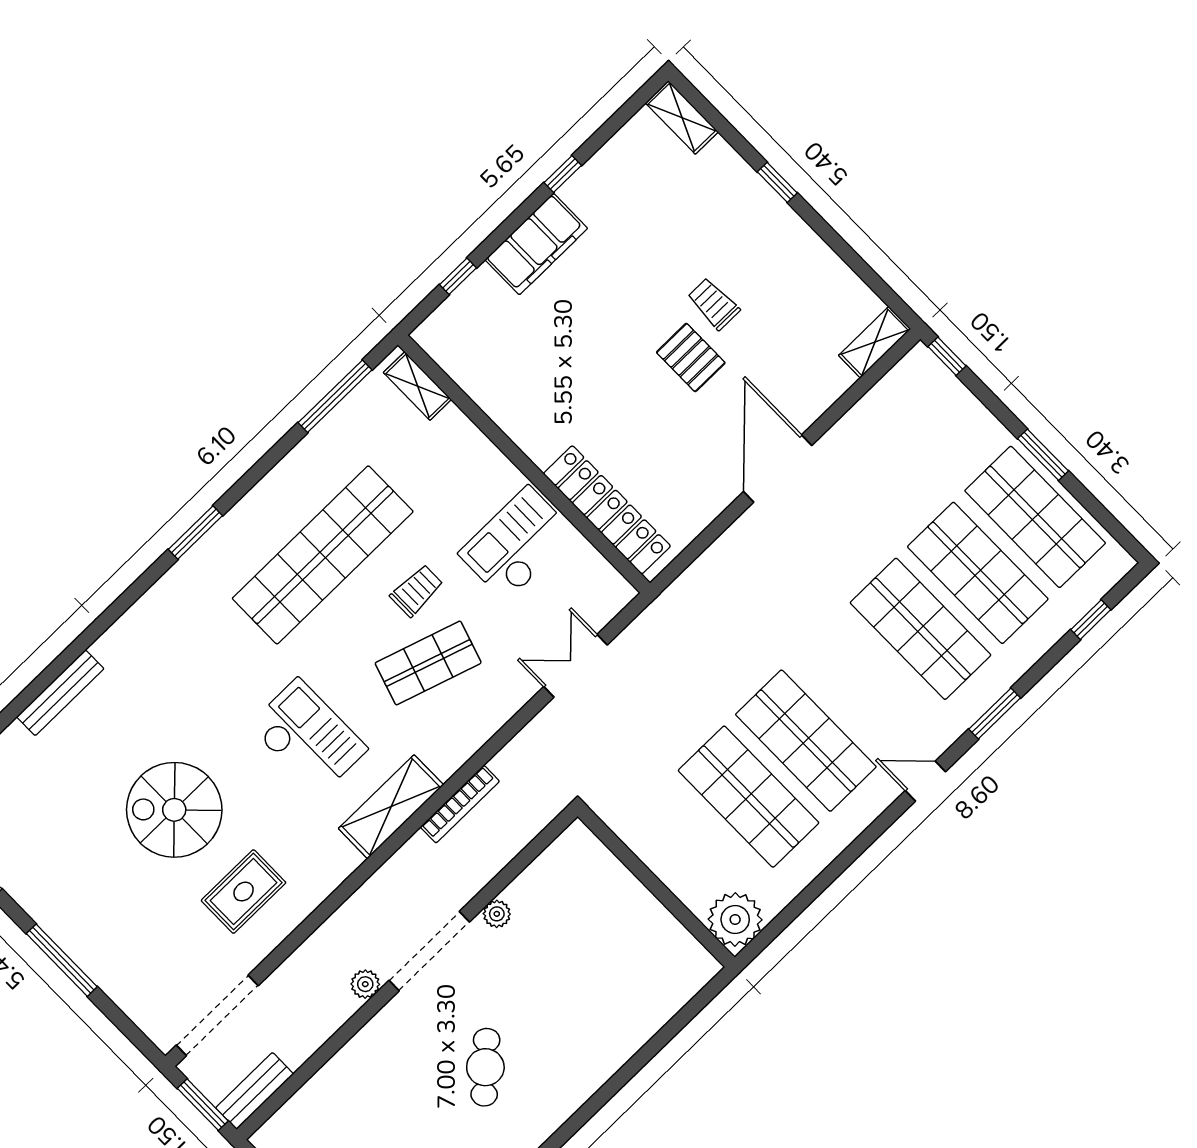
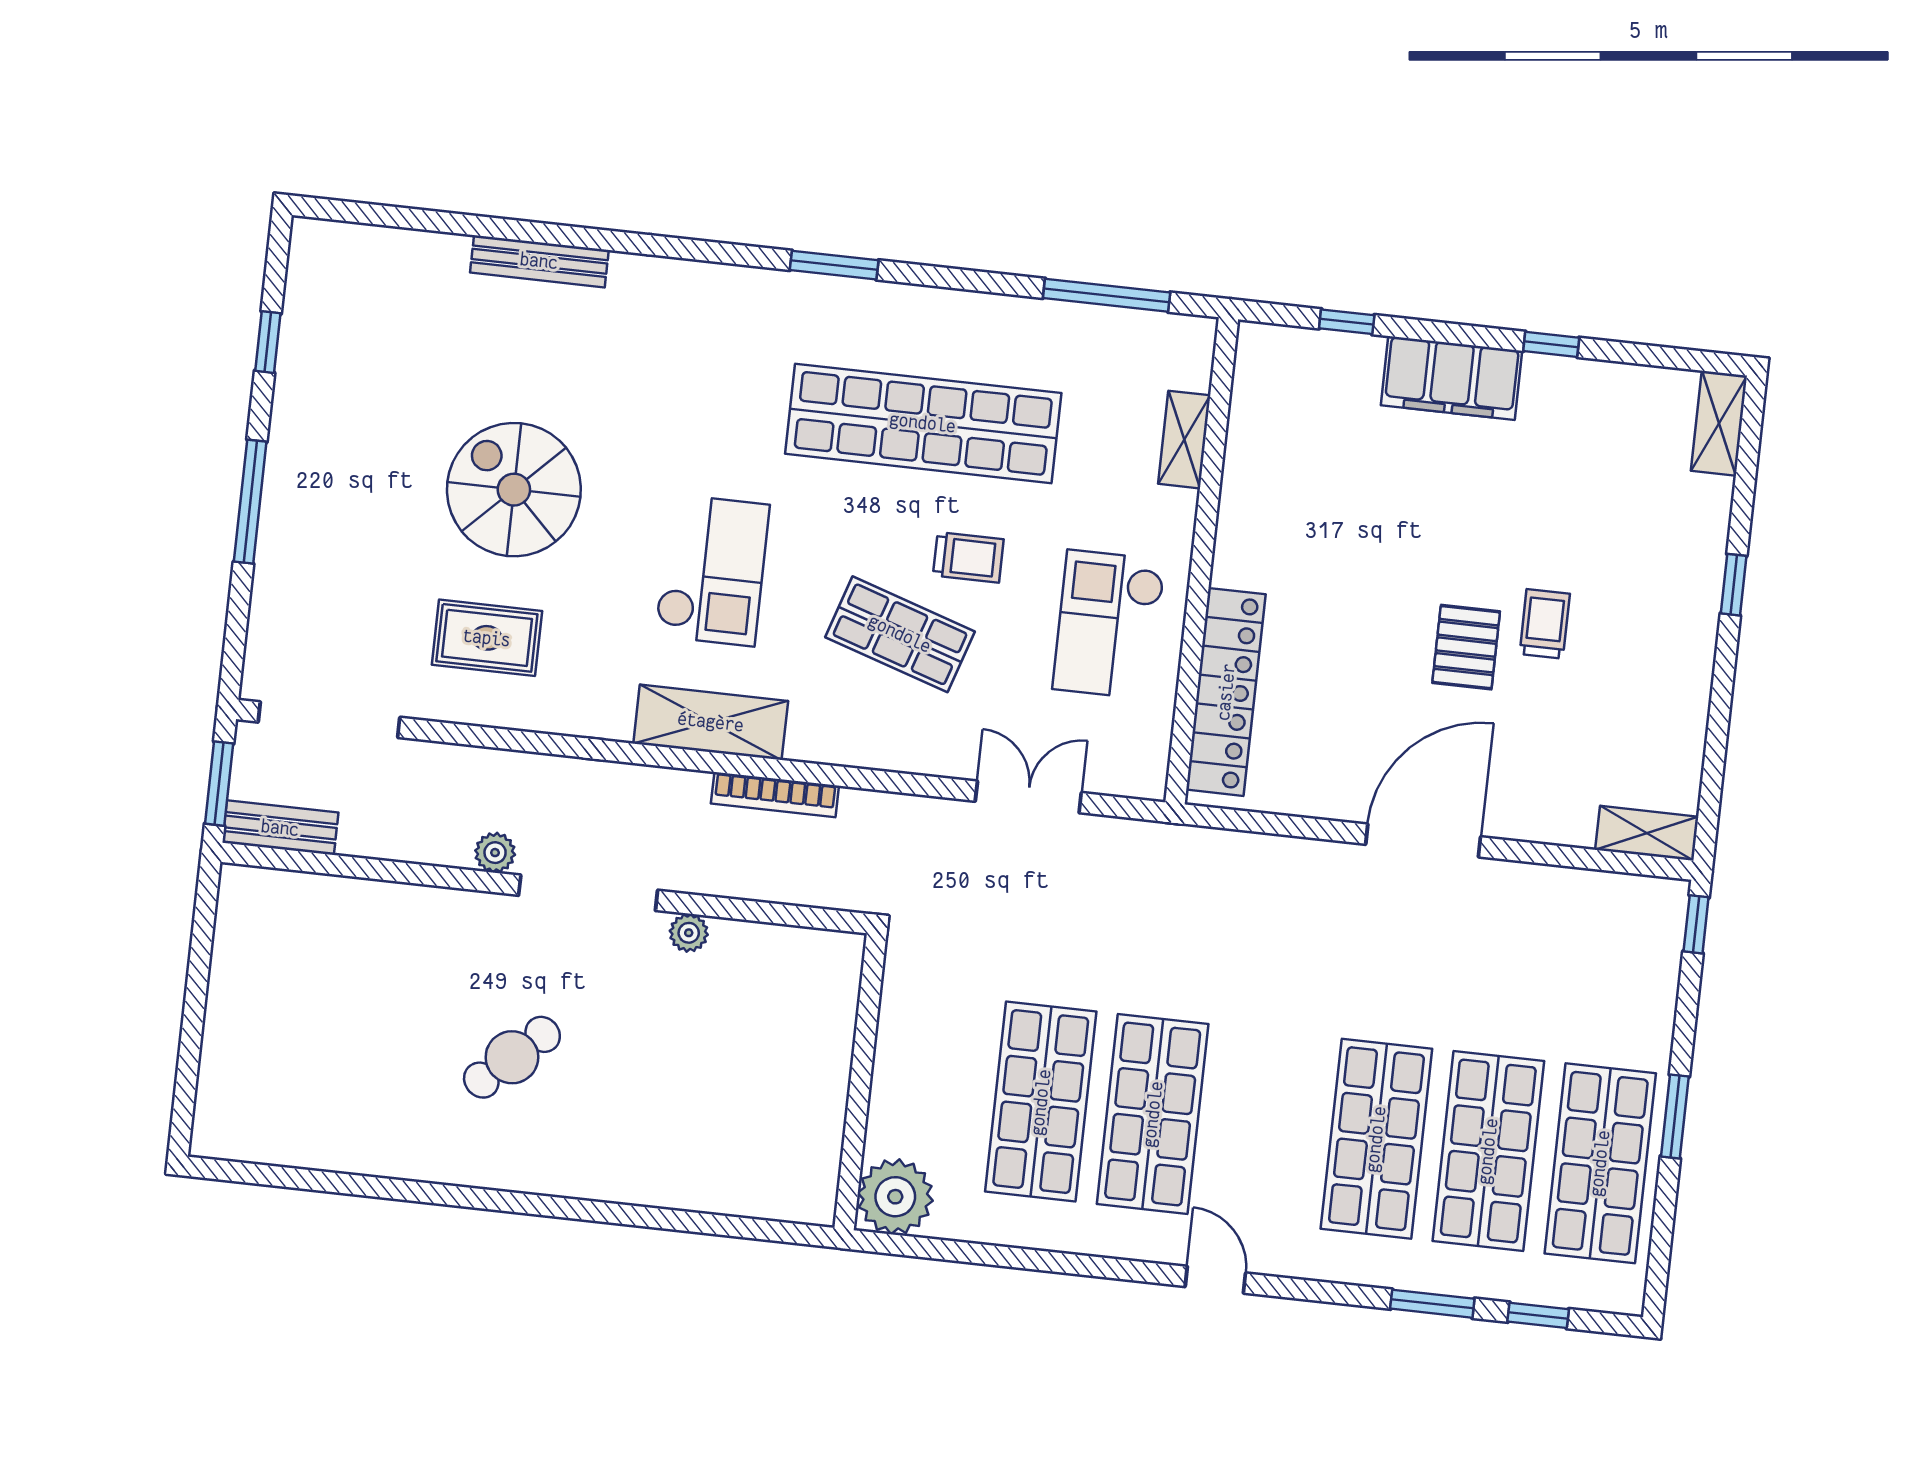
shelving: (417, 386) -> (1184, 440), moved
checkout: (517, 544) -> (1109, 625), turned -90
window: (995, 713) -> (1432, 1304), moved

